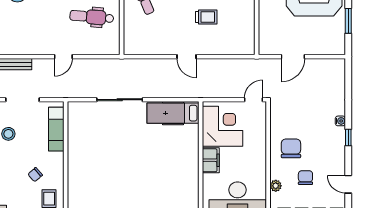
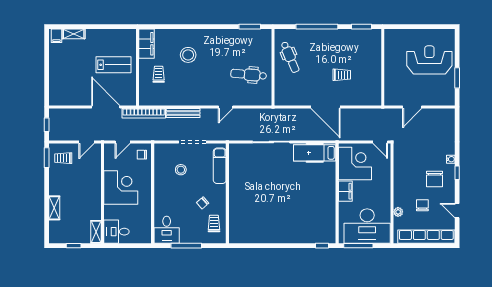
door: (186, 57) -> (326, 107), width x1.88
door: (254, 100) -> (380, 142), swing flipped
chair: (291, 148) -> (434, 179), moved, turned 180

